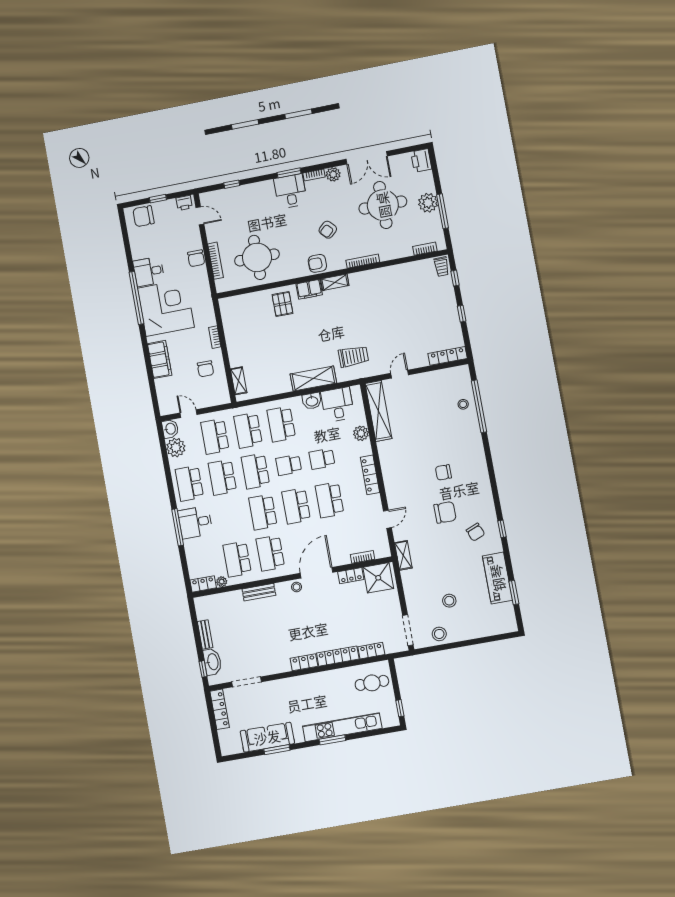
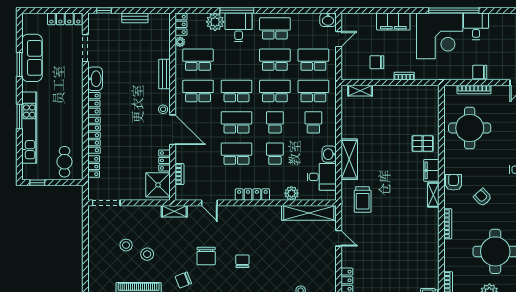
school desk: (281, 424) -> (313, 122), width x0.54
plant: (176, 448) -> (215, 22), moved
stool: (439, 634) -> (147, 254), moved
washbasin: (212, 662) -> (95, 79), moved, turned -90

